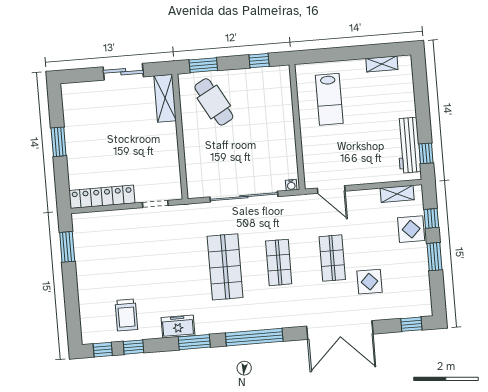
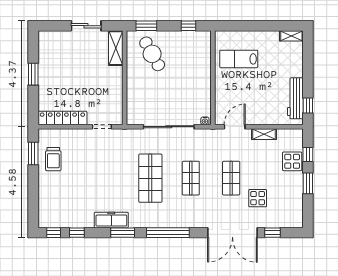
shelving: (382, 64) -> (291, 36), moved
lab bench: (329, 99) -> (239, 59), turned 90
door: (331, 190) -> (235, 127), swing flipped
shelving: (397, 194) -> (264, 134), moved
trolley: (126, 315) -> (53, 159), moved
window: (411, 324) -> (272, 233), moved
freezer: (178, 326) -> (111, 220), width x1.40

